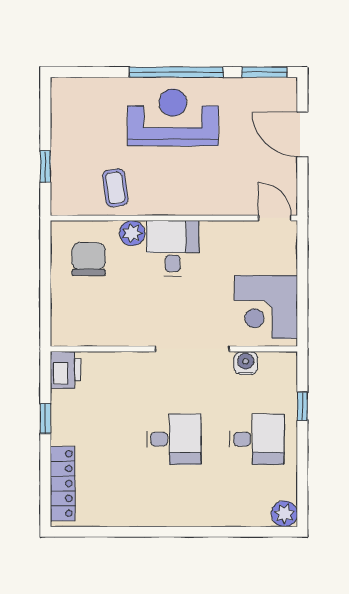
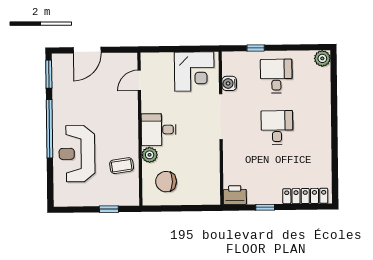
reception desk: (173, 117) -> (77, 154), moved
door: (275, 218) -> (139, 80), moved

